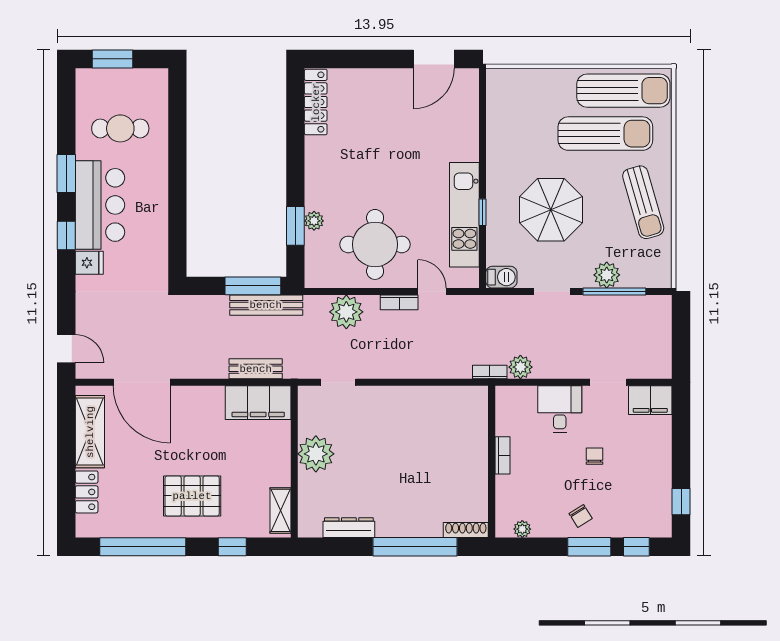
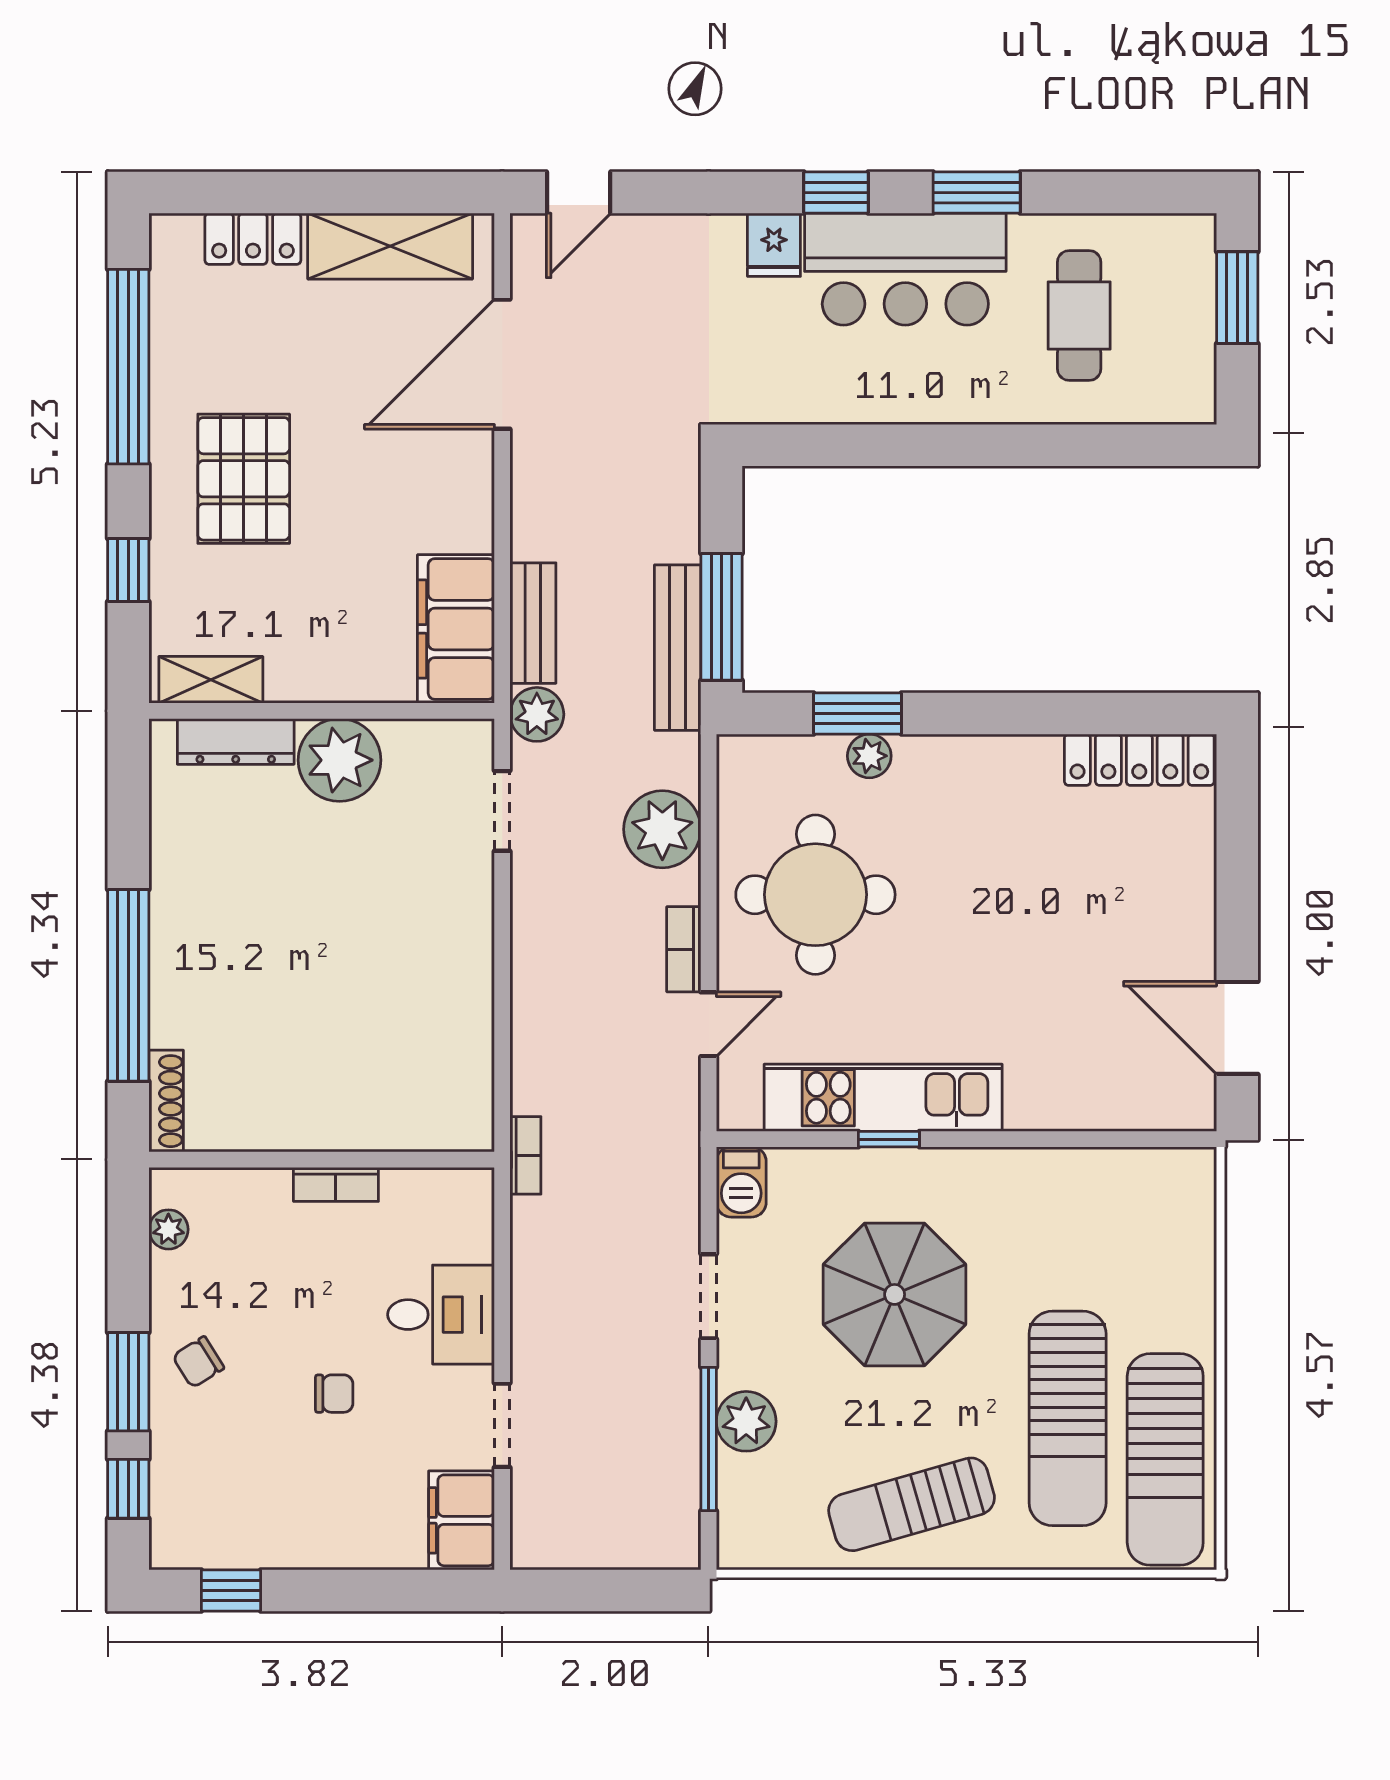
plant: (520, 367) -> (537, 714), moved
dresser: (349, 528) -> (236, 742), moved, turned 90

